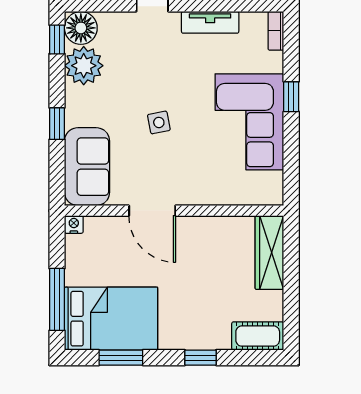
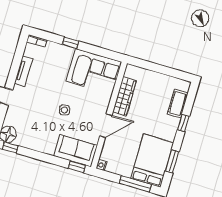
plant: (84, 66) -> (27, 138), removed
corner sofa: (249, 122) -> (94, 71), moved
window: (57, 124) -> (77, 167), moved
wardrobe: (269, 253) -> (124, 96), moved, turned -90
cot: (258, 336) -> (178, 104), moved

